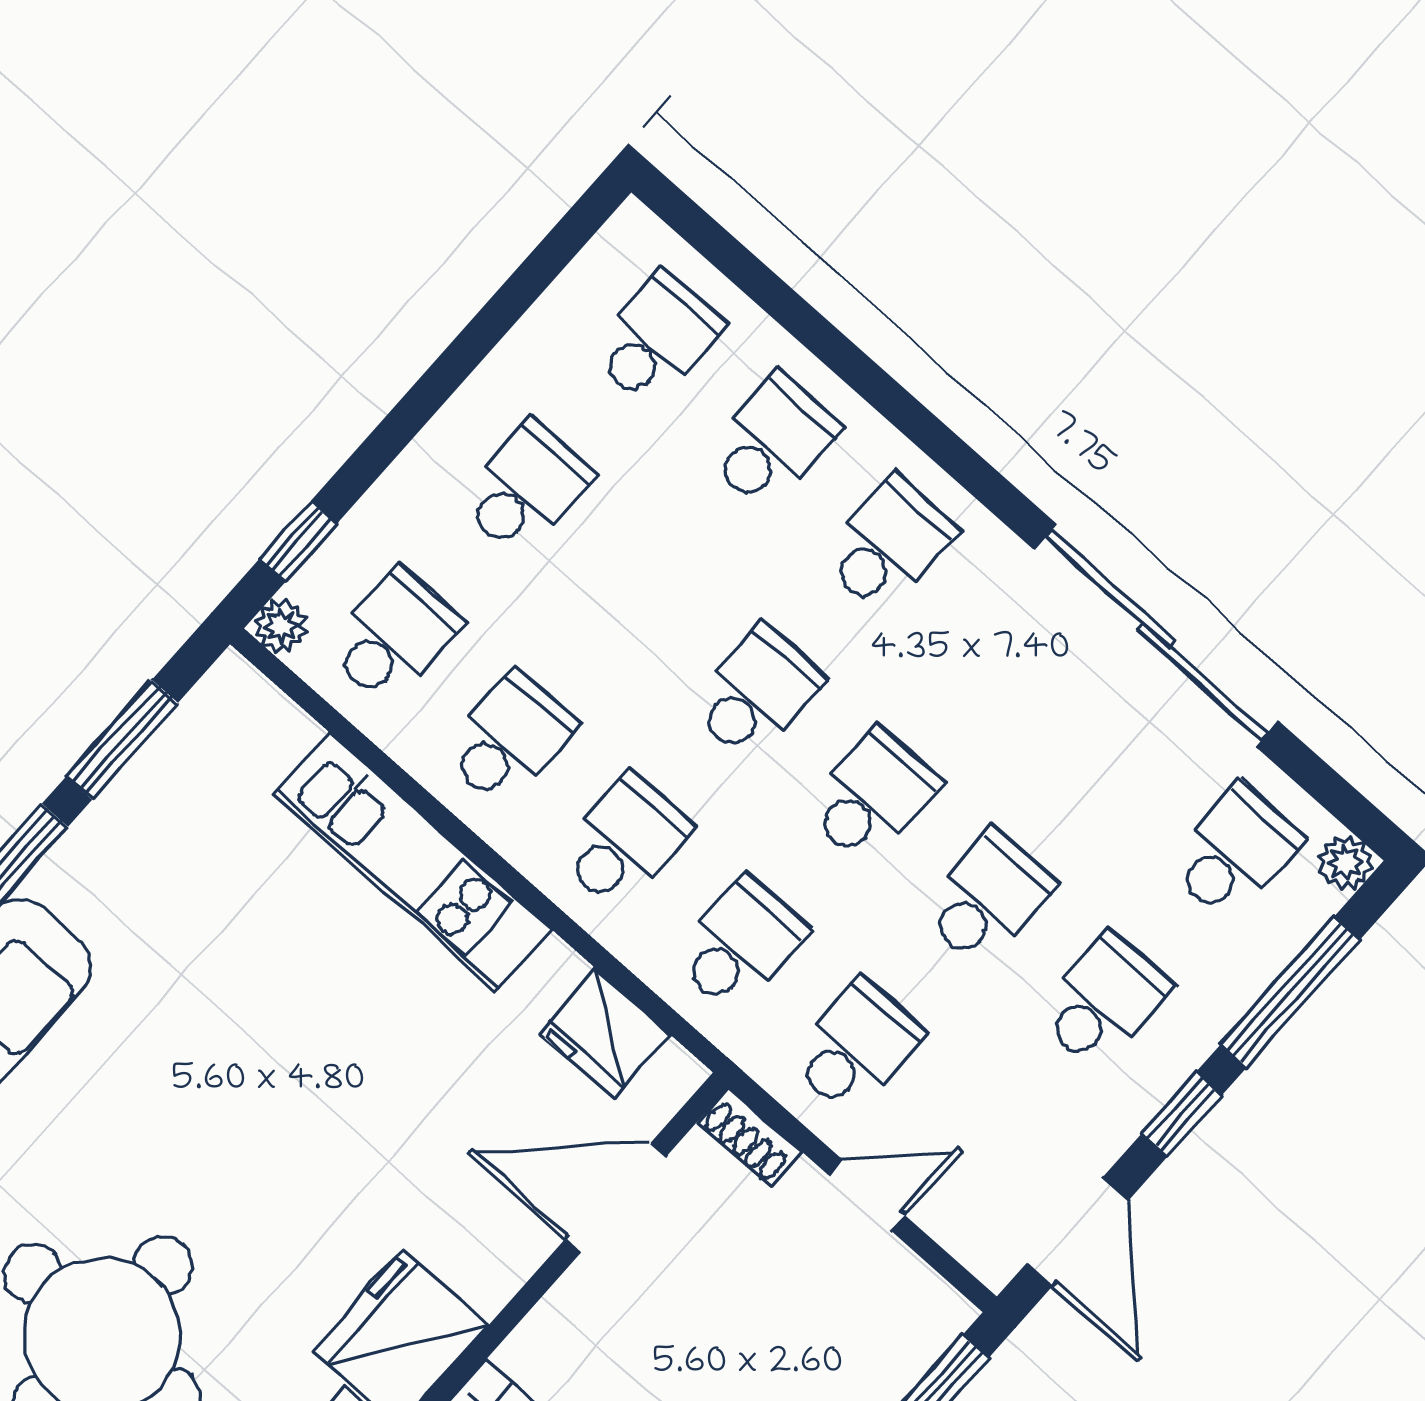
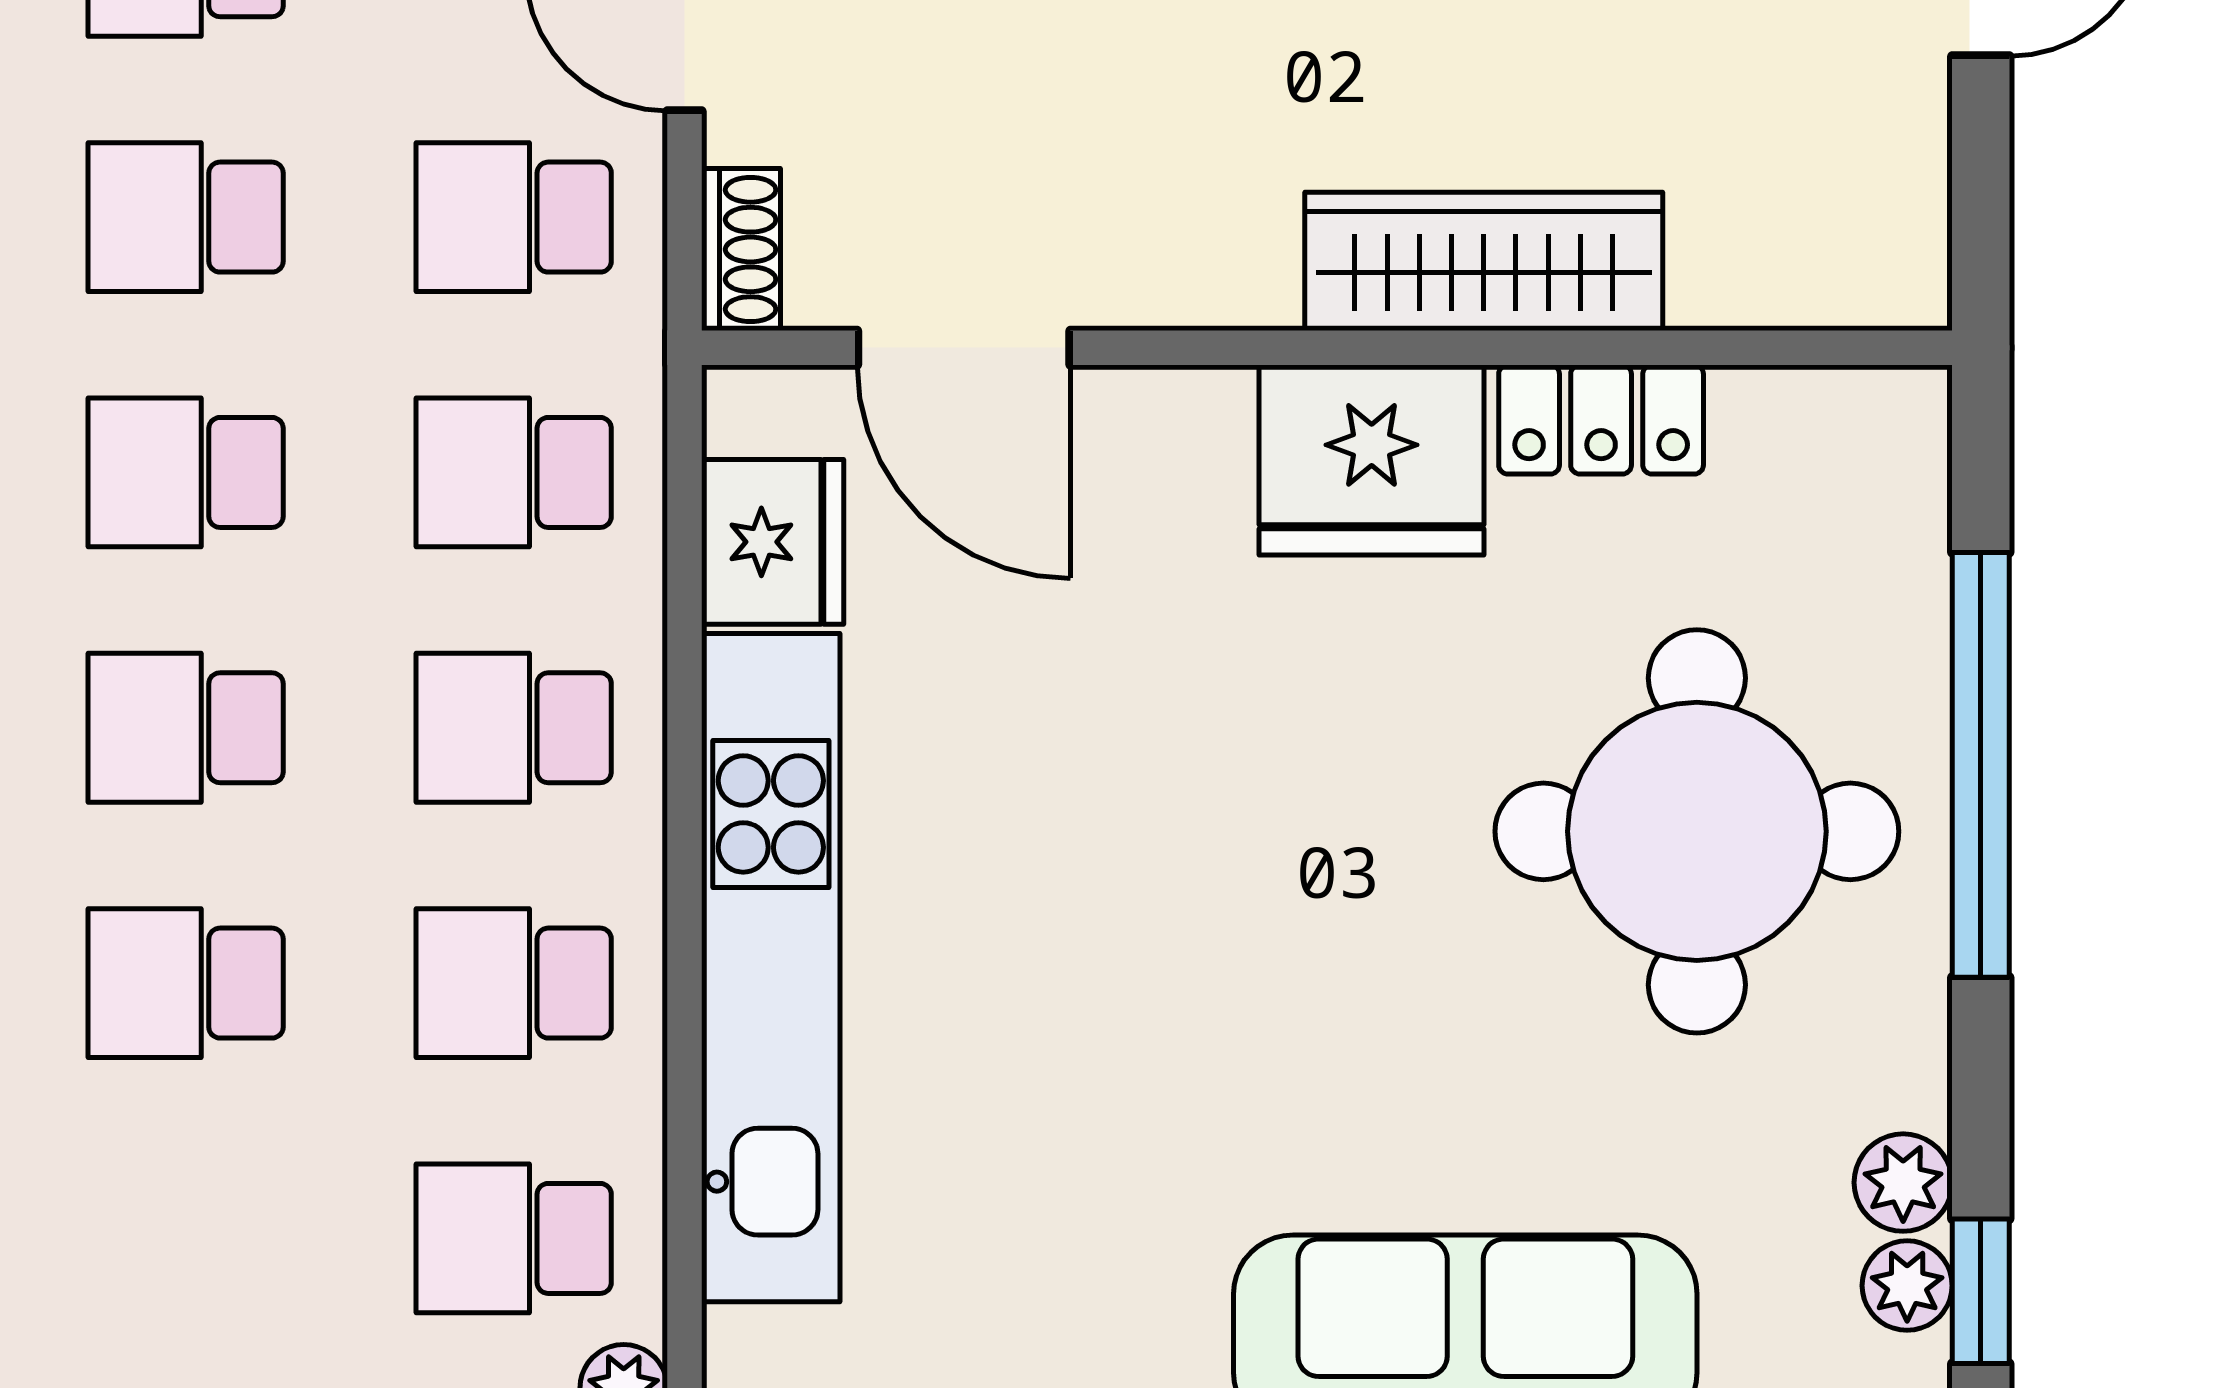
school desk: (525, 488) -> (186, 983), moved
kitchen unit: (412, 862) -> (771, 968), width x1.36

